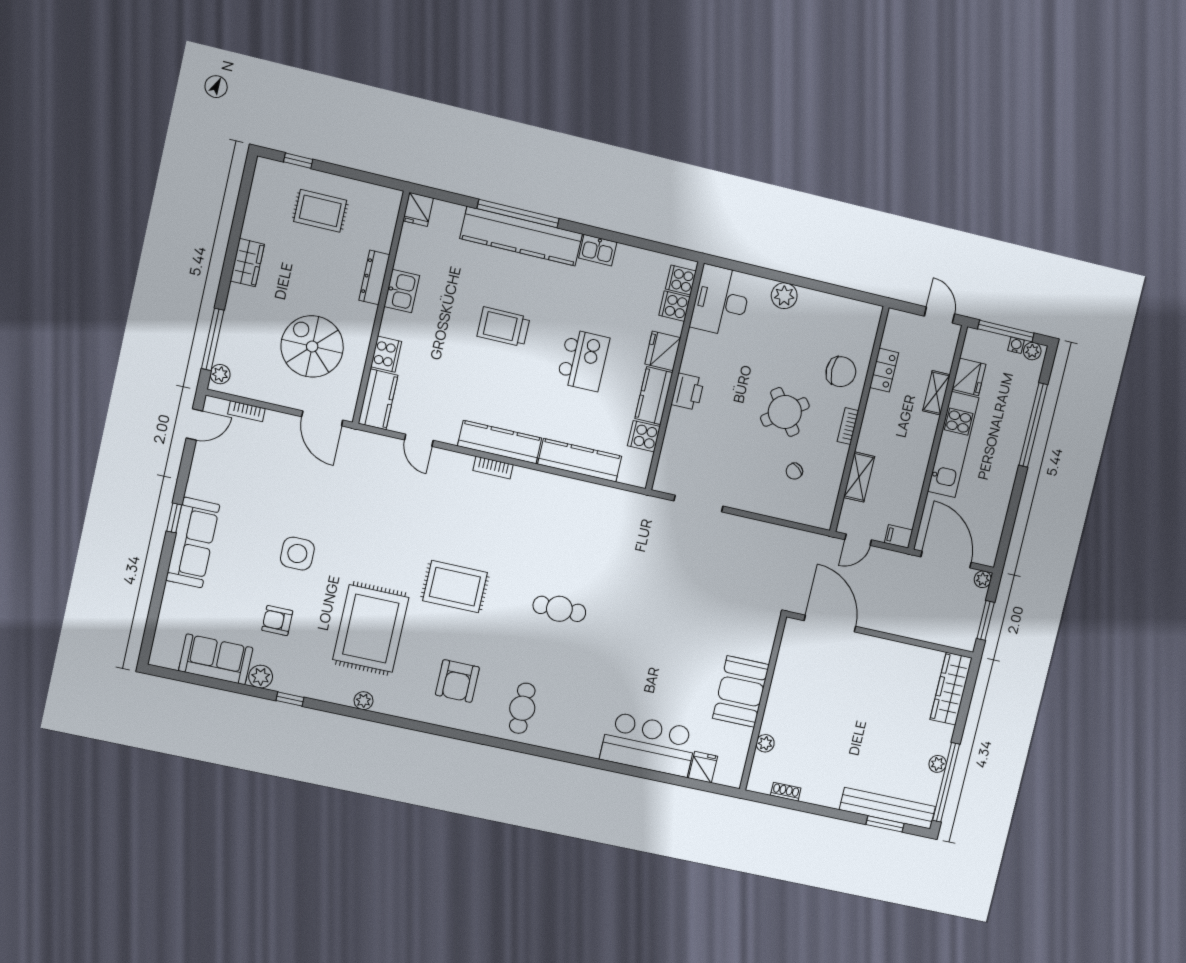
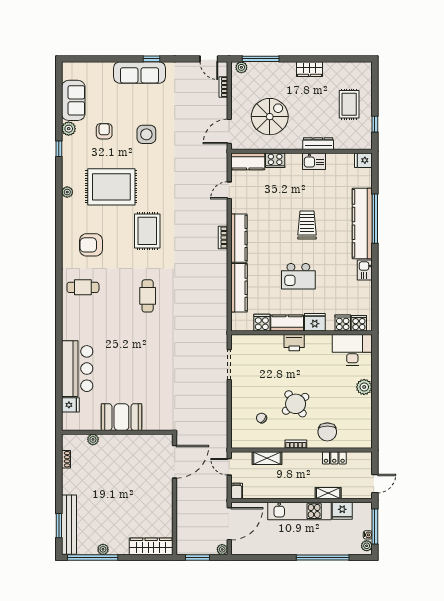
window: (298, 161) -> (375, 124), moved

